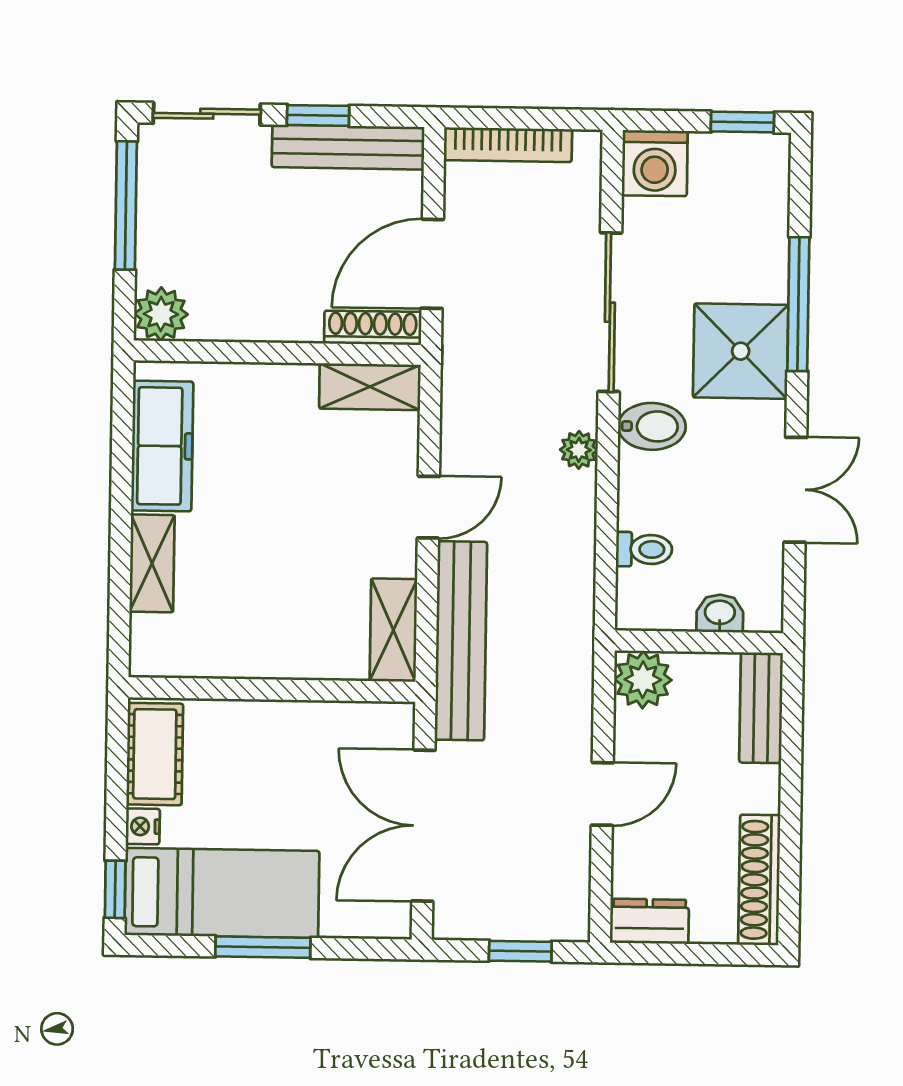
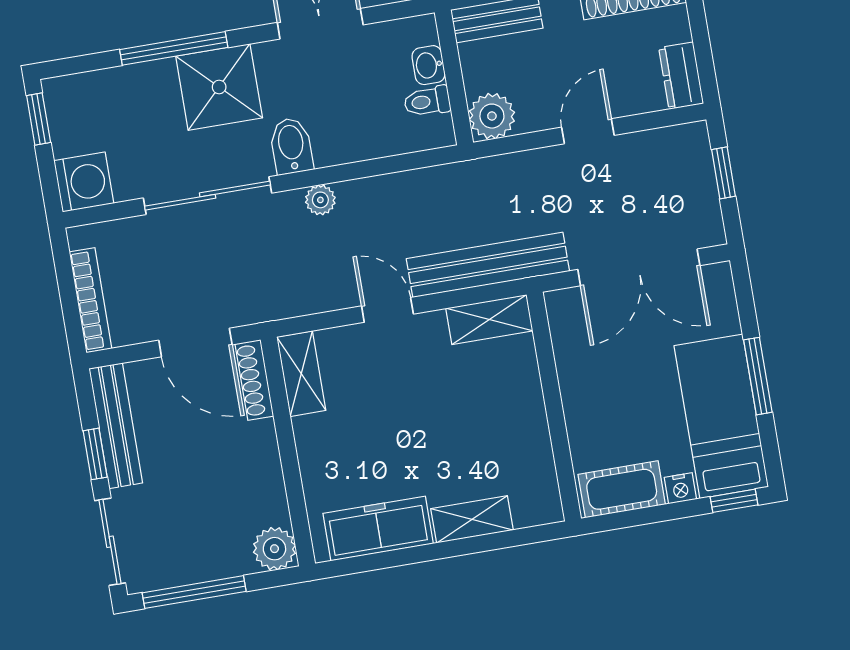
toilet: (644, 549) -> (427, 101), moved, turned -90
door: (602, 794) -> (588, 131), hinge flipped

